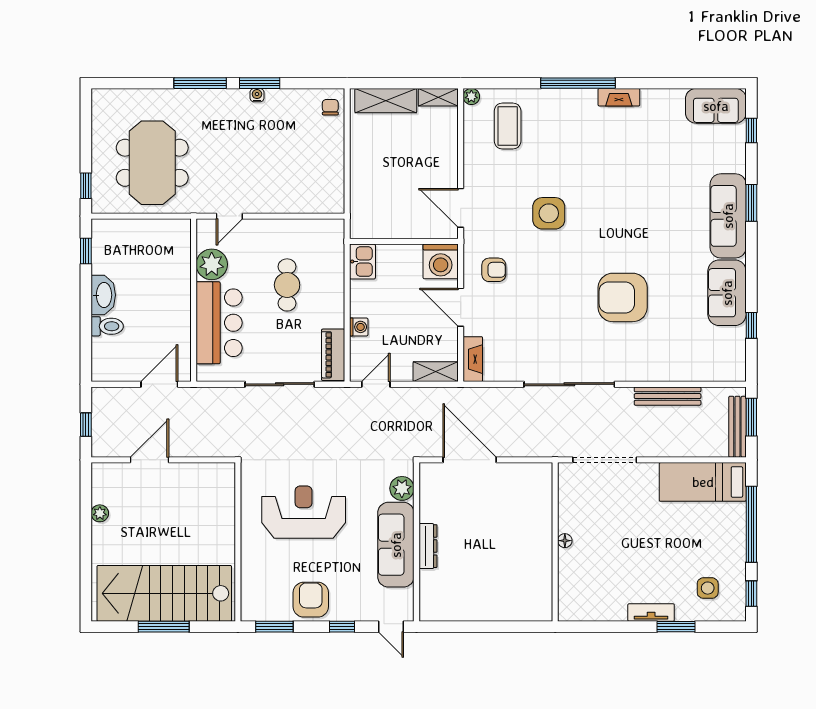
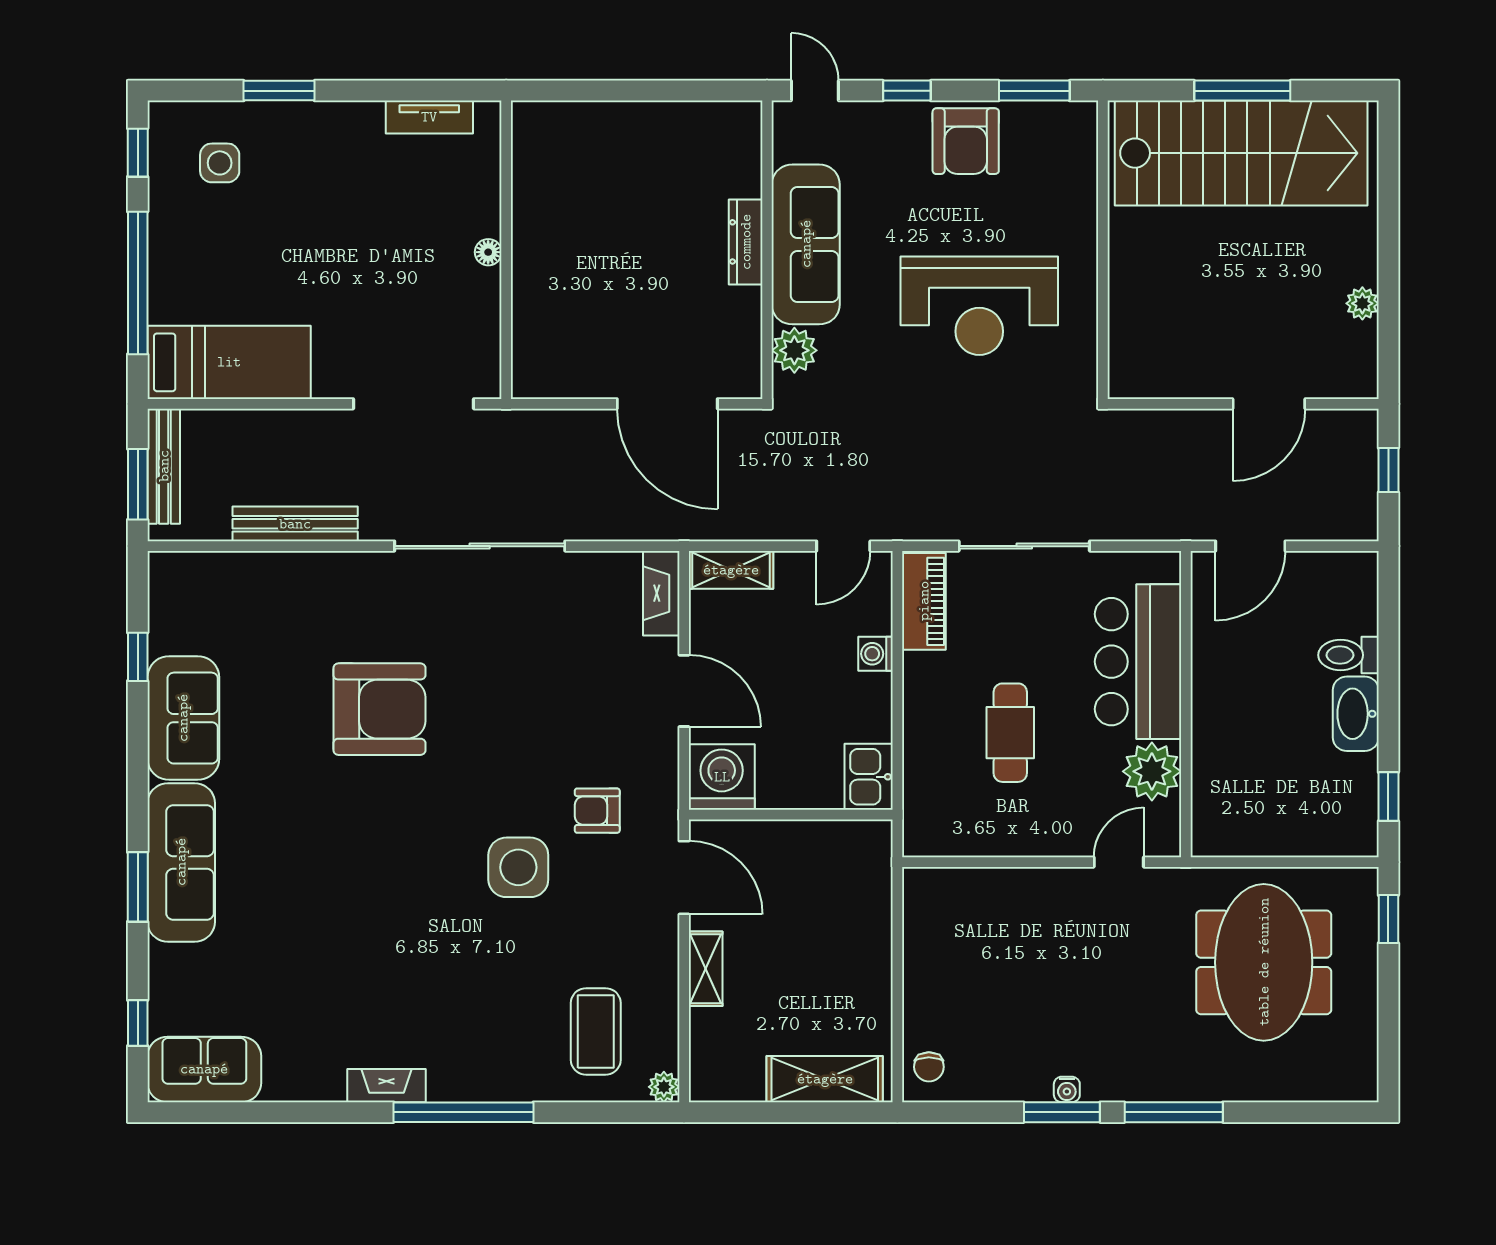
shelving: (438, 97) -> (706, 969), moved, turned 90
armchair: (494, 270) -> (597, 811), moved
tv unit: (651, 612) -> (429, 117), moved

